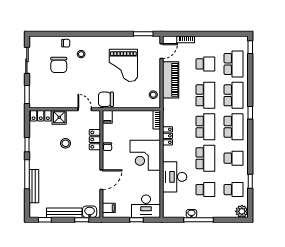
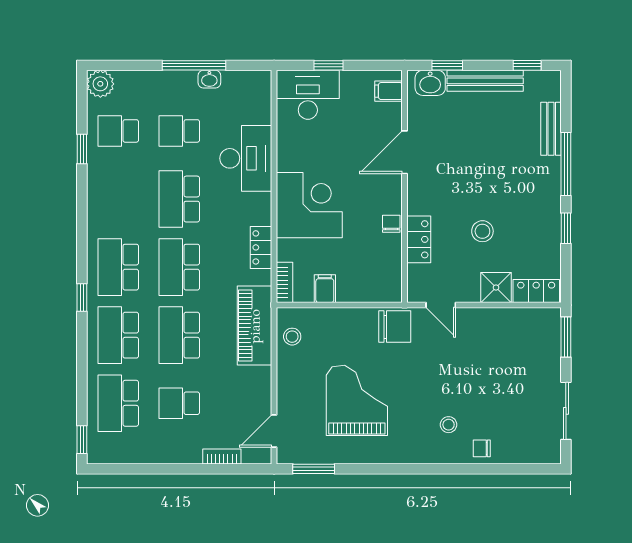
chair: (59, 65) -> (497, 401), removed
piano: (171, 80) -> (255, 326), moved
filing cabinet: (107, 117) -> (325, 289), moved
school desk: (234, 158) -> (118, 199), removed
bench: (34, 186) -> (551, 129), width x0.73

